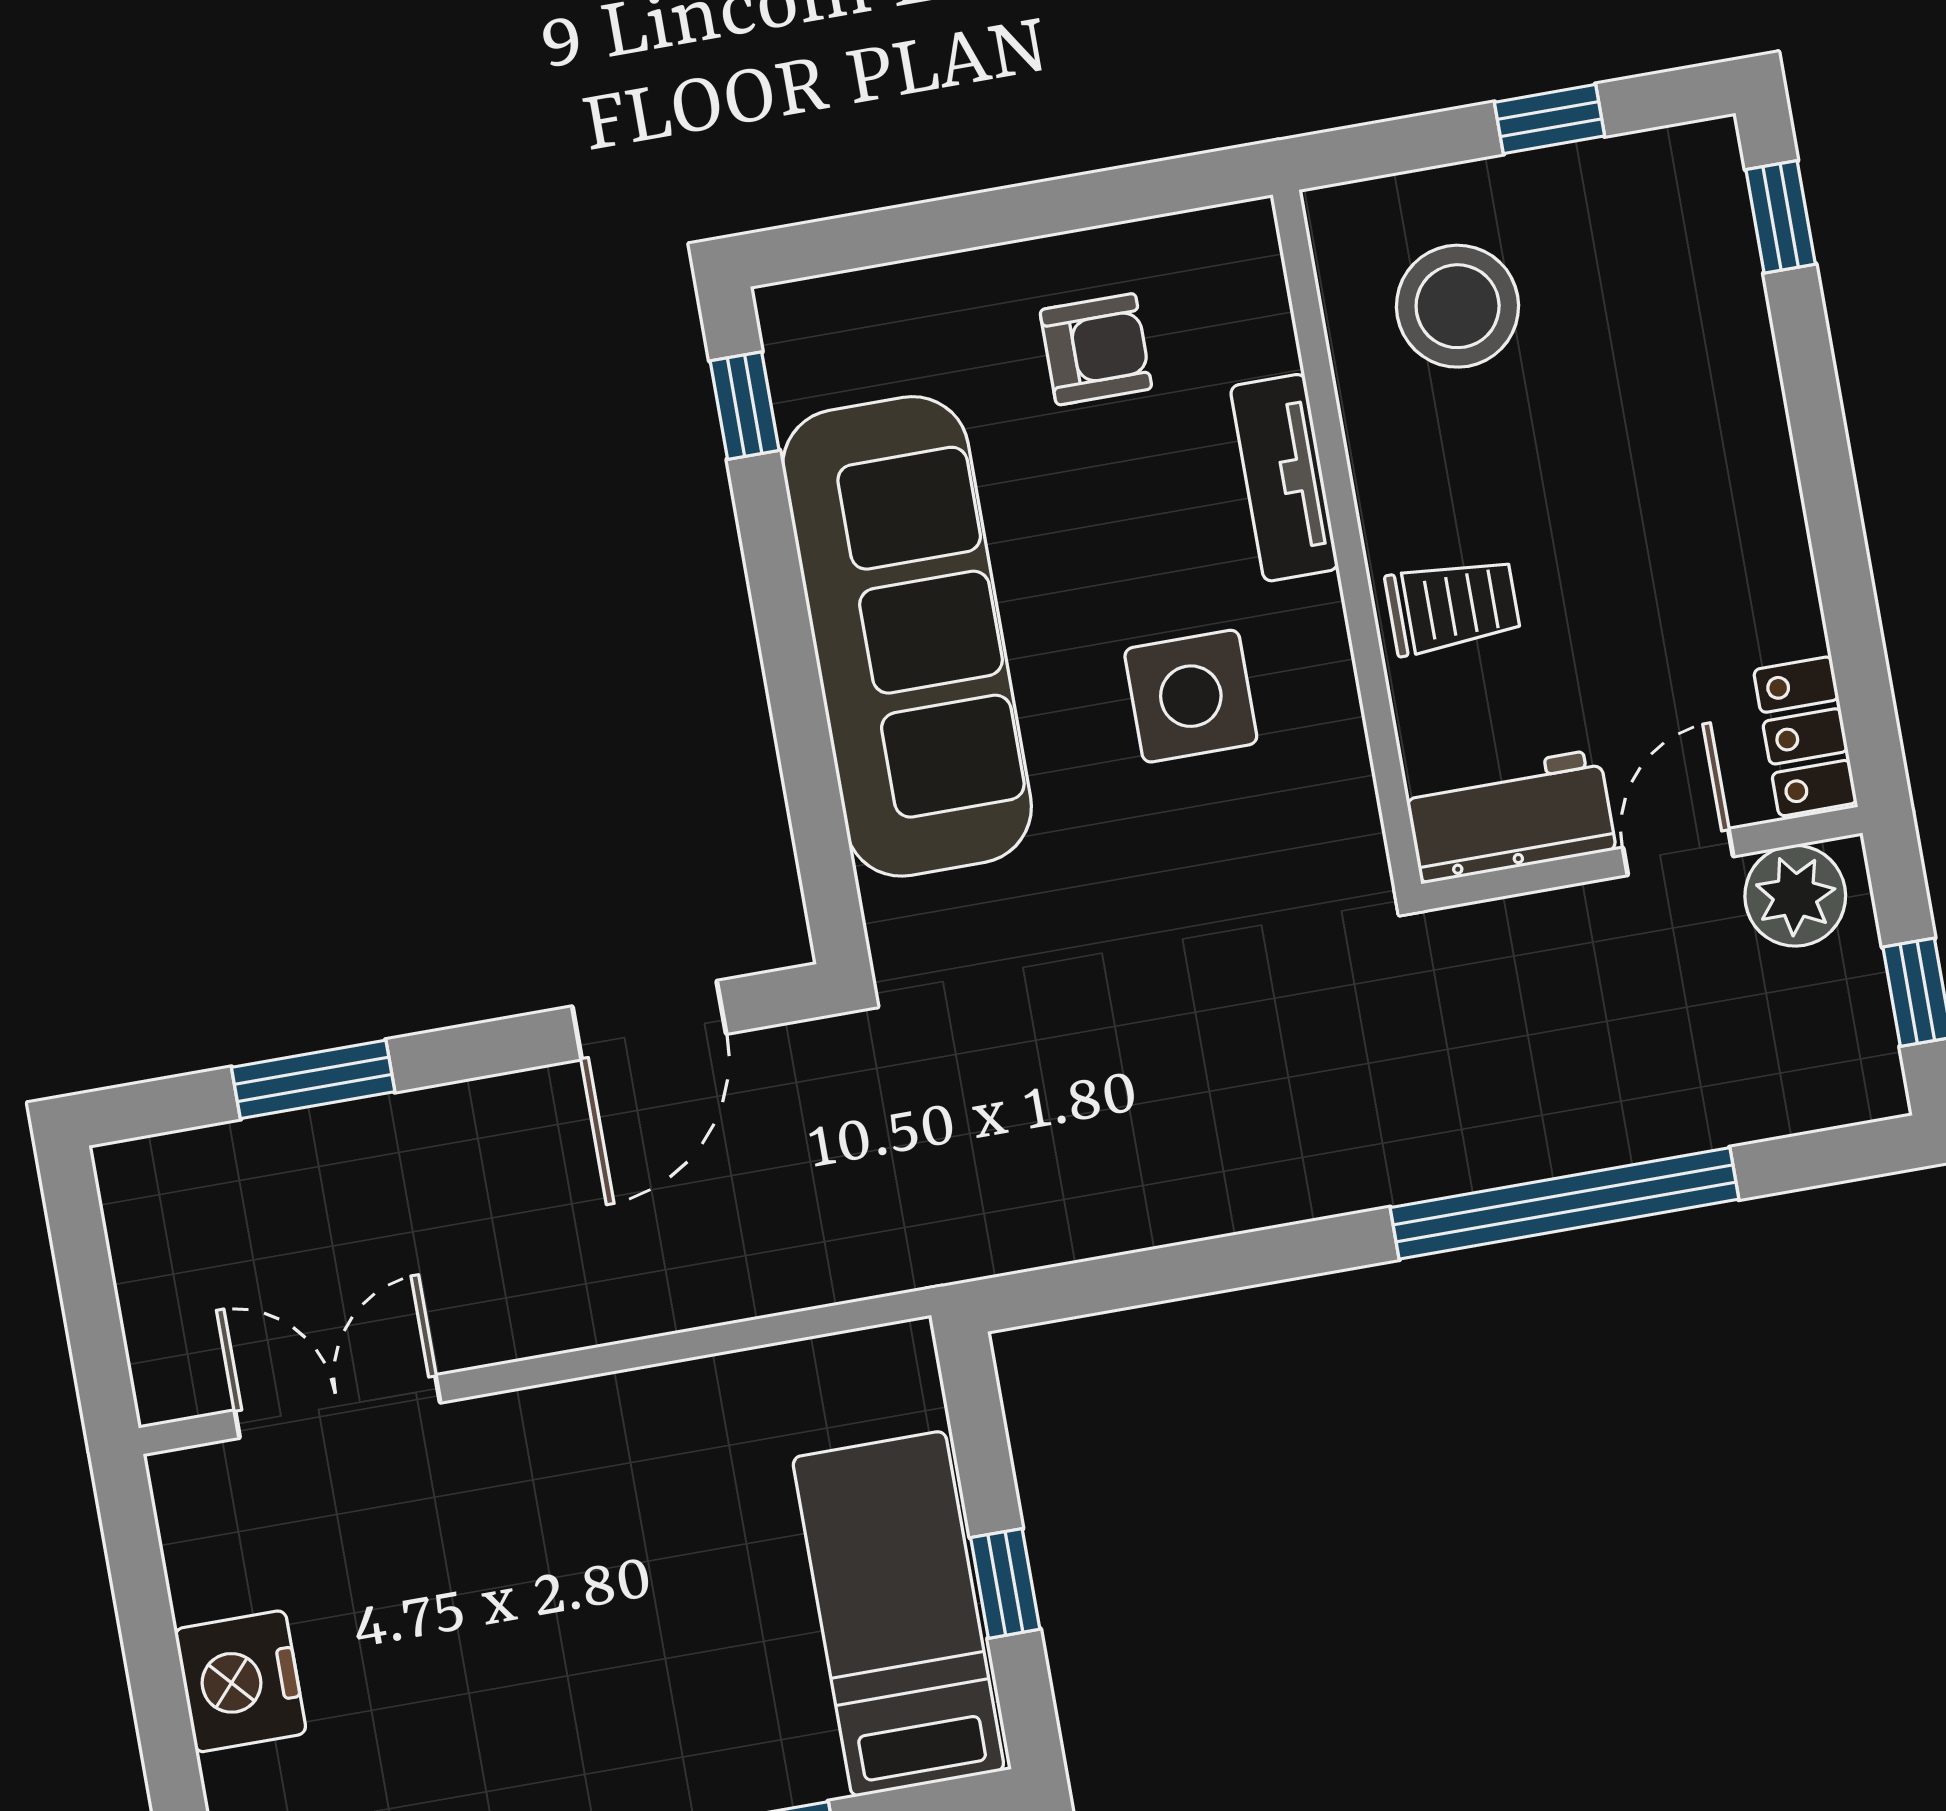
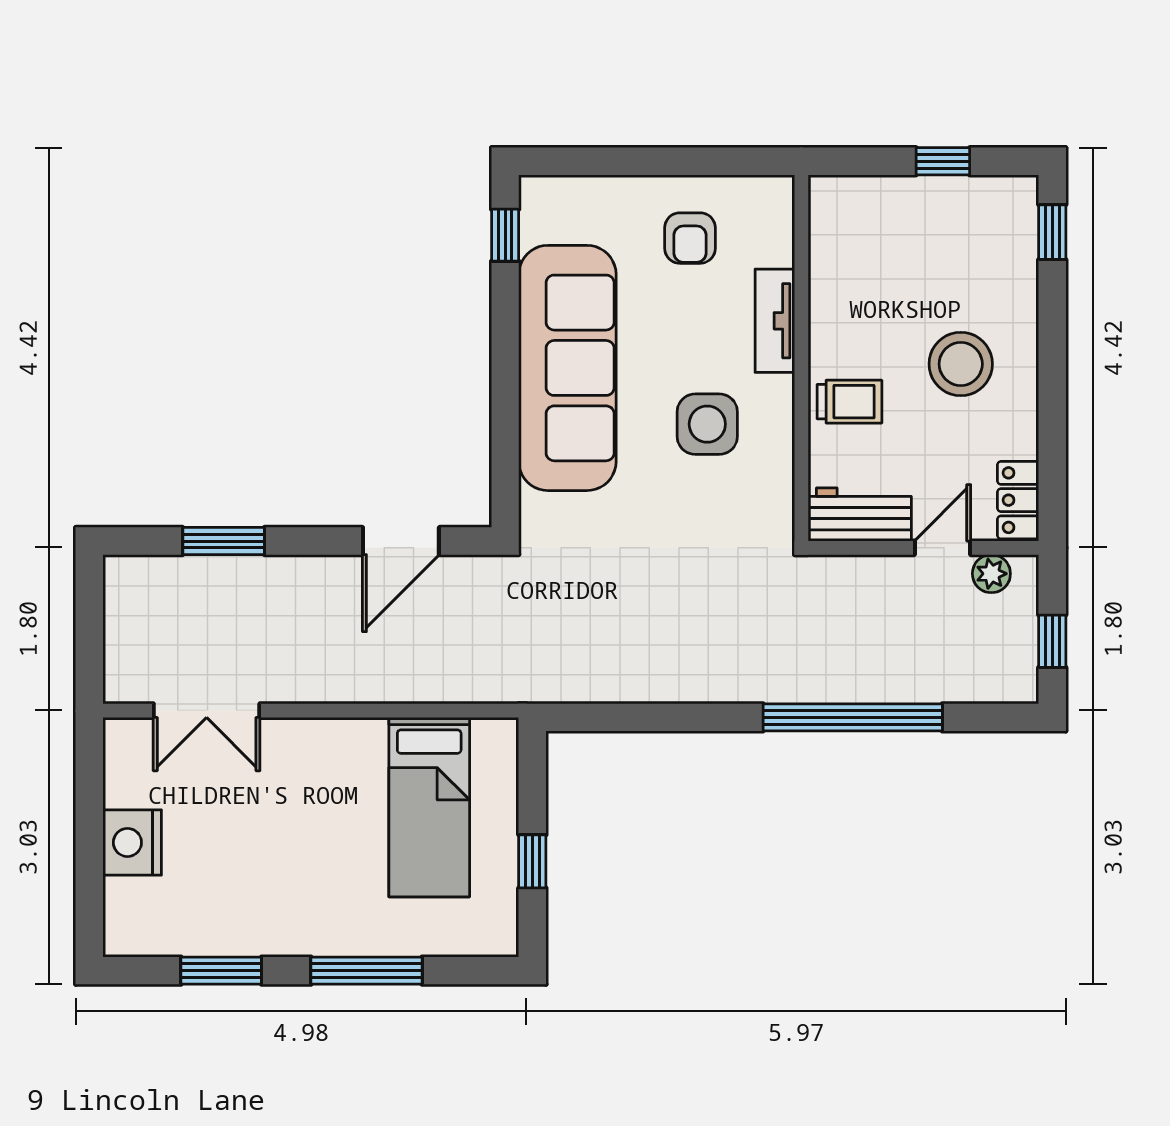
stool: (1458, 306) -> (961, 364), moved
armchair: (1096, 349) -> (690, 238), turned 90
plant: (1795, 896) -> (991, 574), width x0.73, depth x0.73
double door: (338, 1406) -> (207, 711), swing flipped
bed: (898, 1614) -> (429, 807), moved, turned 180

